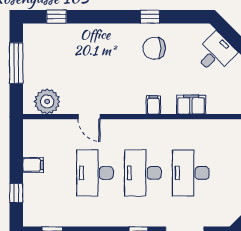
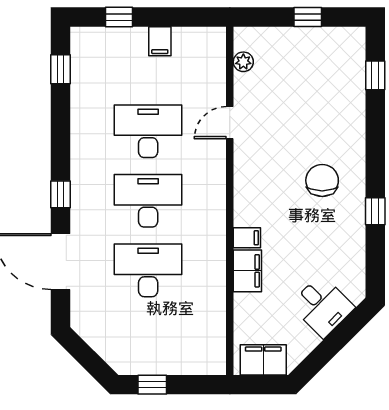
chair: (154, 48) -> (322, 180), moved
window: (16, 63) -> (308, 17), width x0.46
plant: (47, 101) -> (243, 62), width x0.53, depth x0.53
filing cabinet: (153, 105) -> (247, 238), moved

